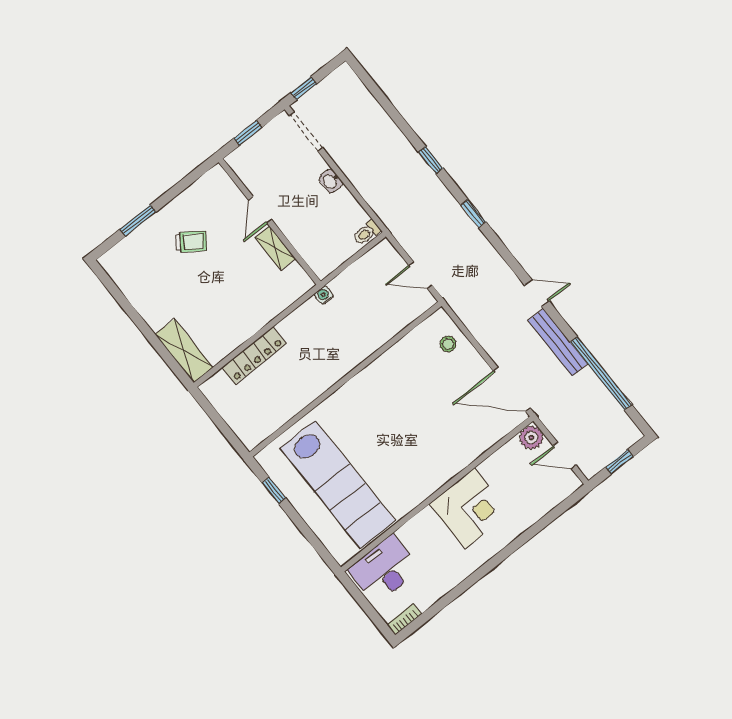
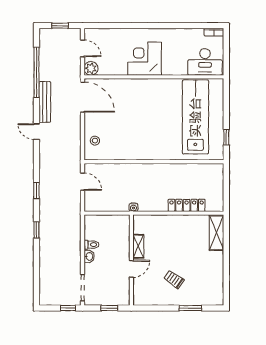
toilet: (367, 233) -> (91, 245), moved

